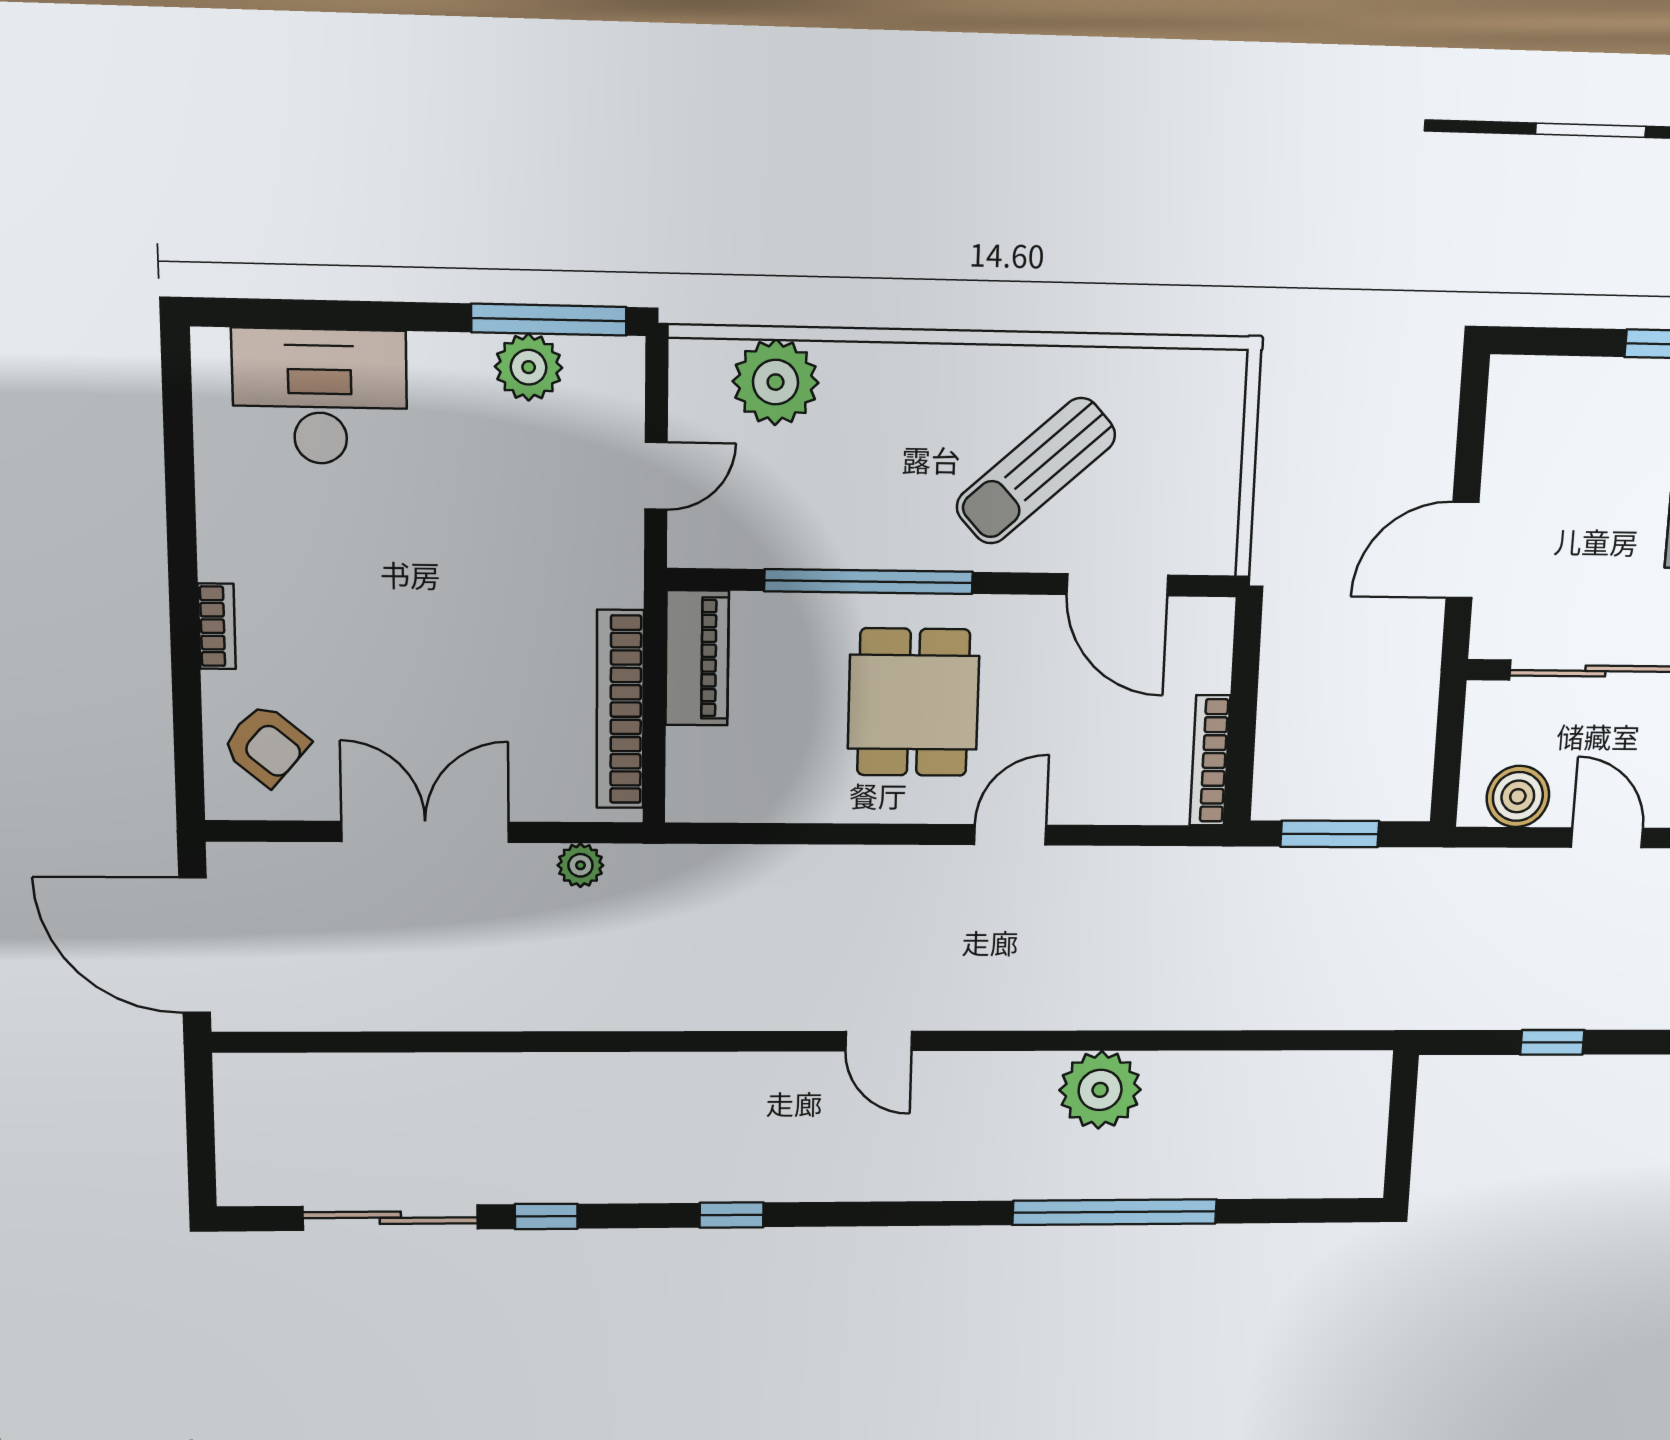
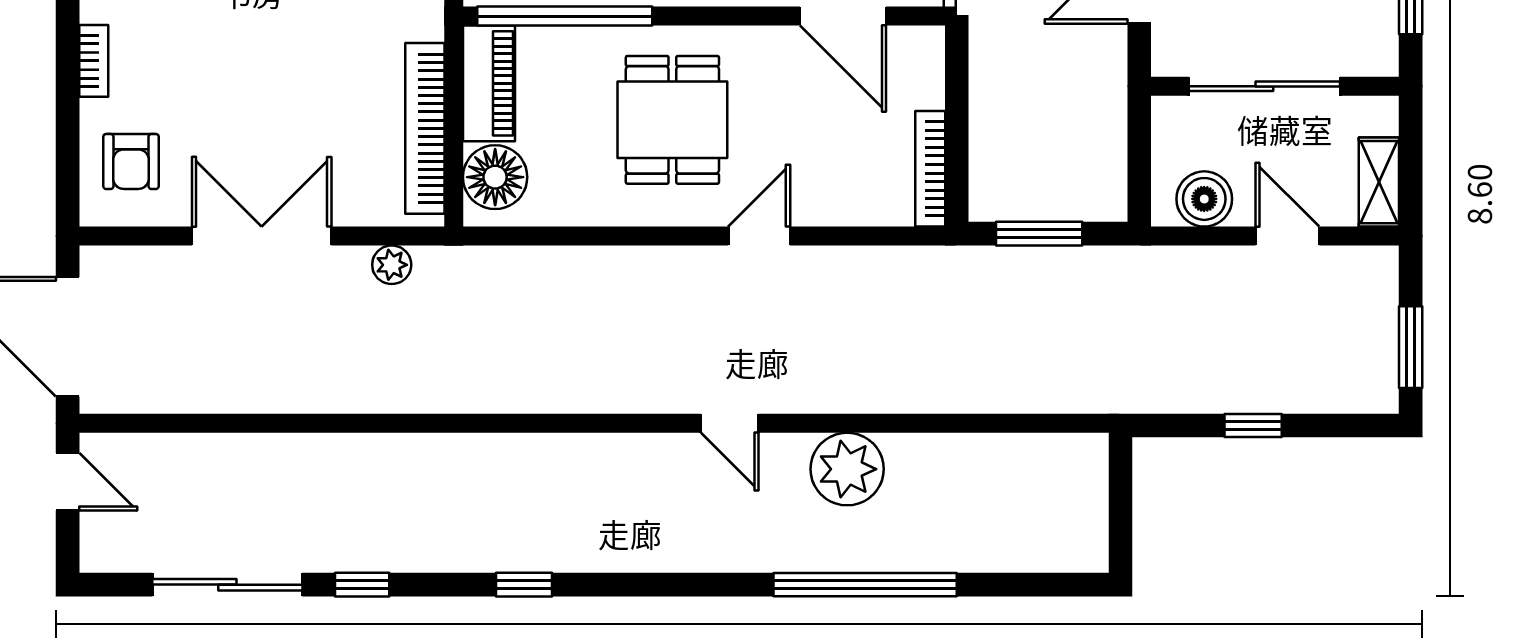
window: (869, 581) -> (565, 16), moved
armchair: (266, 745) -> (131, 161), turned 50
floor lamp: (703, 766) -> (495, 177), added
door: (879, 1041) -> (730, 423), moved
door: (200, 1107) -> (68, 482), added

